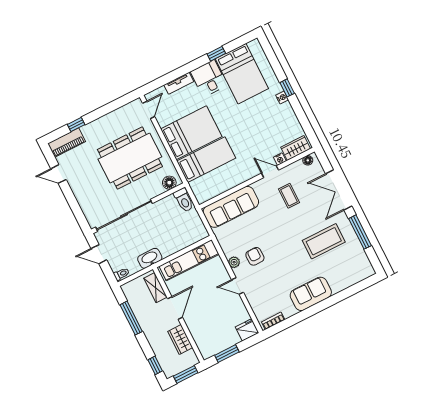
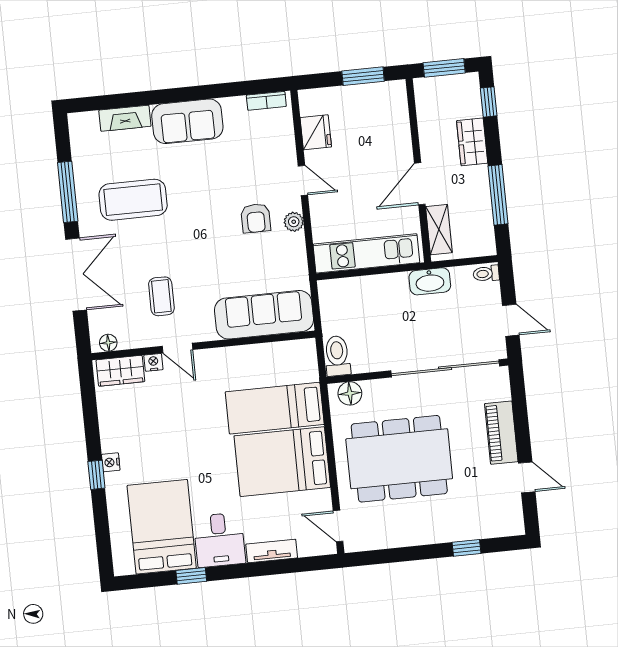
door: (149, 110) -> (338, 526), hinge flipped
piano: (67, 143) -> (501, 433), moved, turned -90
fireplace: (345, 283) -> (125, 118), added
fridge: (247, 330) -> (316, 132), moved, turned -90
wardrobe: (180, 340) -> (472, 142), moved, turned 180

